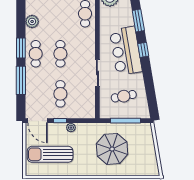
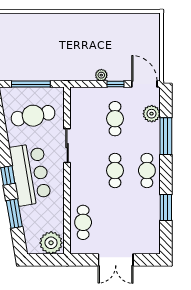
plant: (32, 21) -> (152, 114), moved
window: (21, 48) -> (166, 207), moved
cafe table: (124, 96) -> (33, 116), width x1.37, depth x1.35
parasol: (112, 149) -> (48, 47), removed
sun lounger: (50, 154) -> (128, 41), removed

